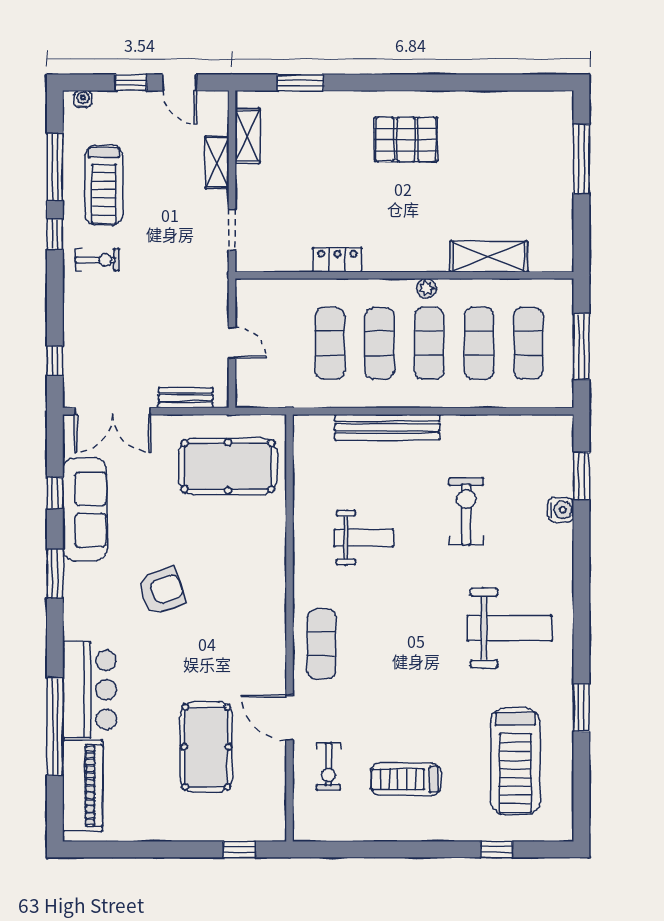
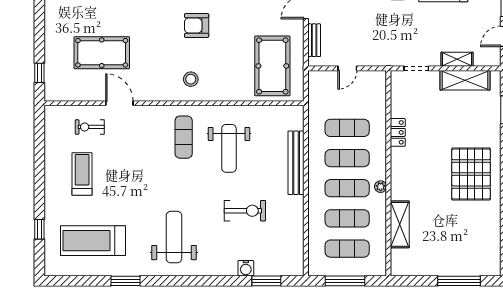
shelving: (247, 136) -> (465, 80), width x1.50, depth x1.33
pallet: (406, 139) -> (471, 174), width x1.37, depth x1.41
weight bench: (364, 538) -> (229, 148), width x1.36, depth x1.33
armchair: (161, 591) -> (197, 25), turned 110
stool: (250, 600) -> (191, 79), added
weight bench: (510, 628) -> (174, 237), turned 180
exercise mat: (322, 644) -> (184, 137), moved, turned 90
door: (289, 718) -> (119, 103), hinge flipped

